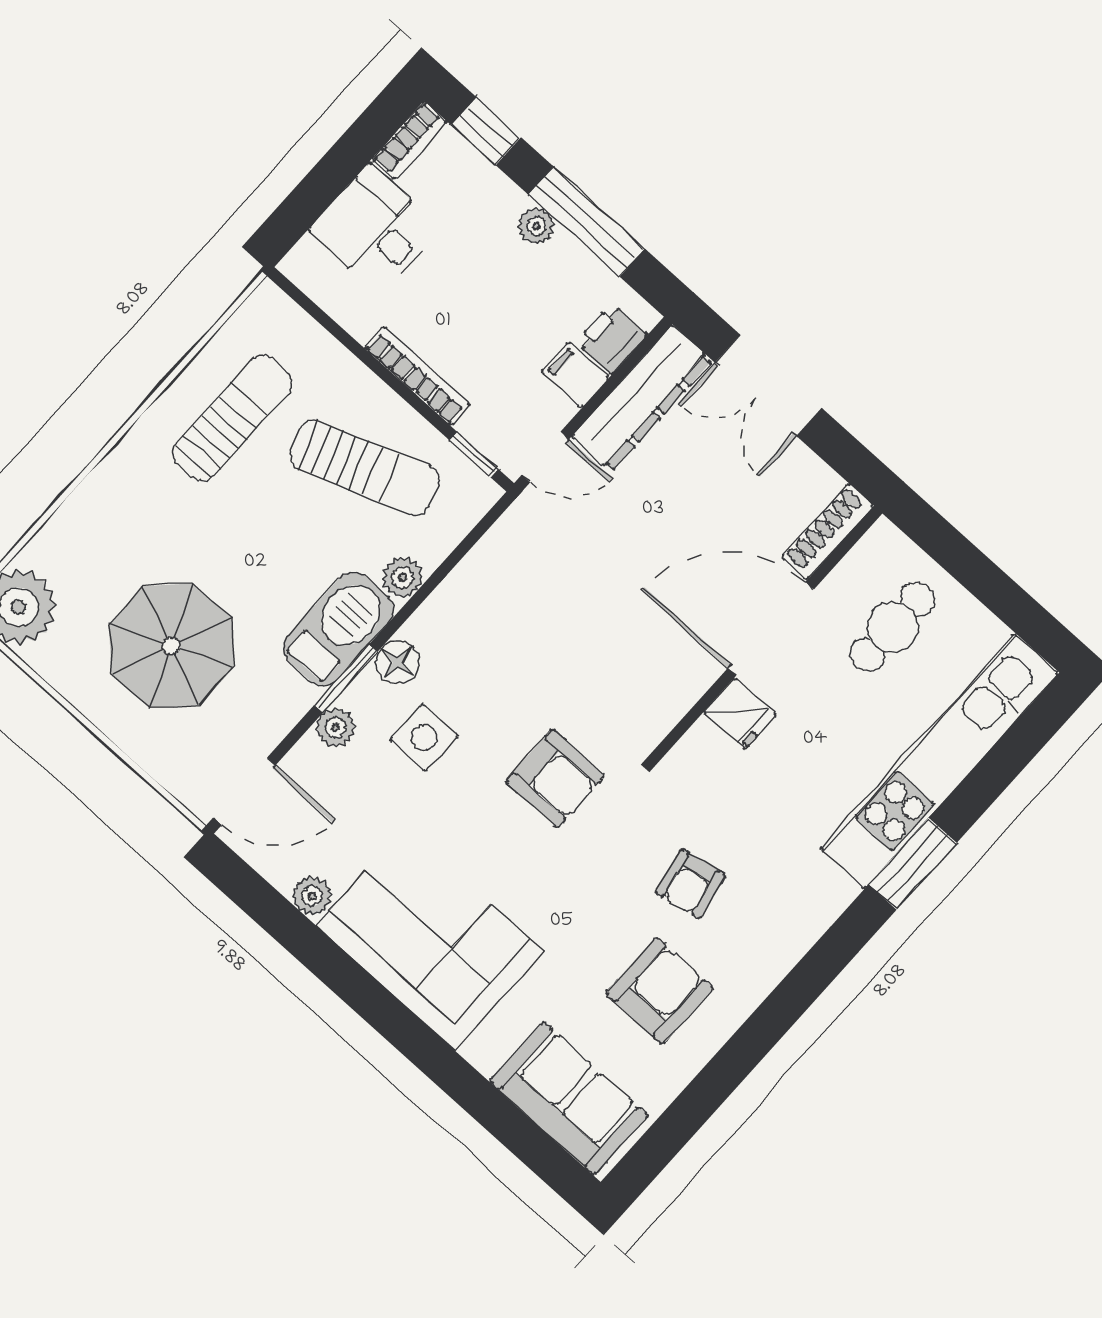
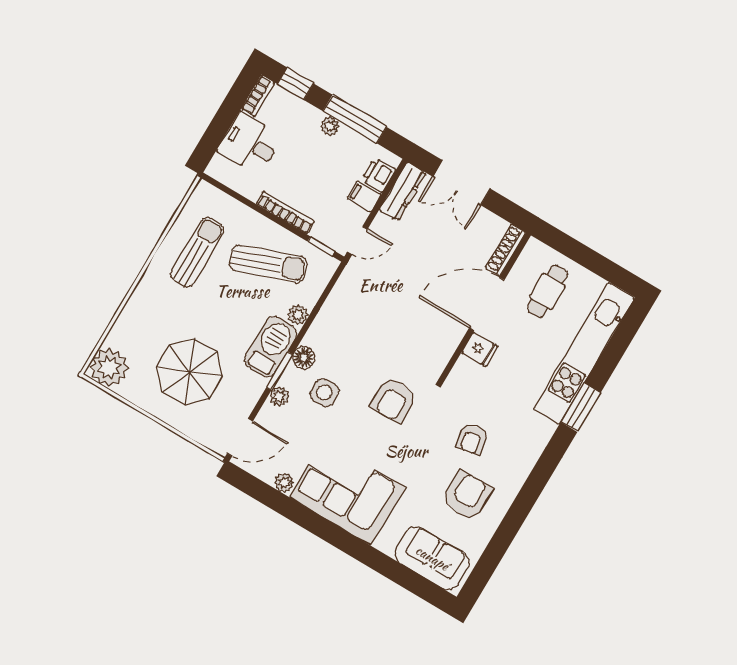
dresser: (642, 398) -> (403, 191), width x0.73, depth x0.80
armchair: (555, 778) -> (394, 400), turned 90

